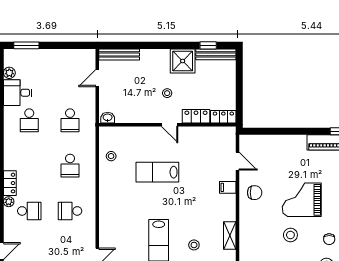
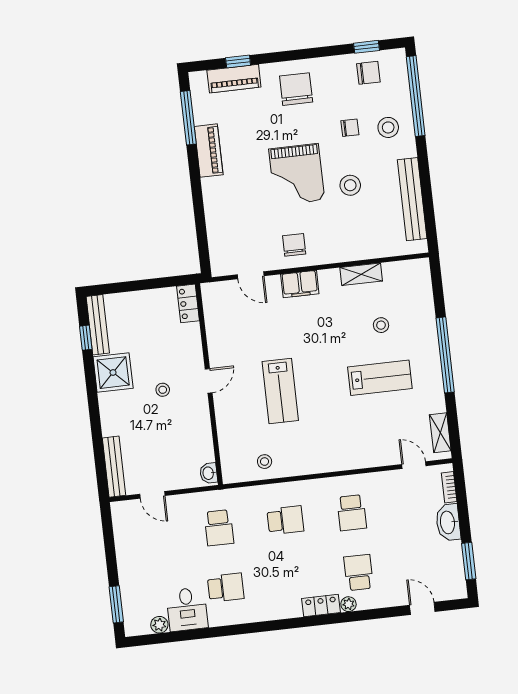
locker: (196, 116) -> (192, 344), removed
school desk: (70, 120) -> (219, 528), turned 90
door: (238, 161) -> (251, 275), swing flipped
filing cabinet: (228, 187) -> (300, 284), width x2.00

